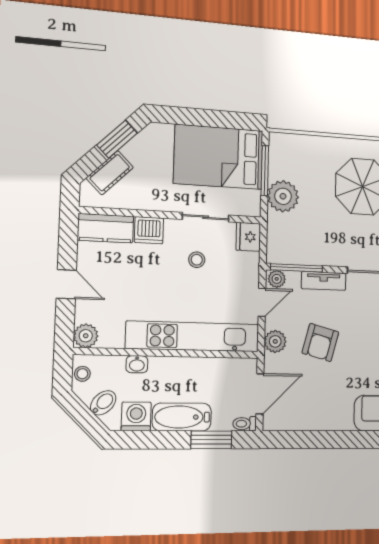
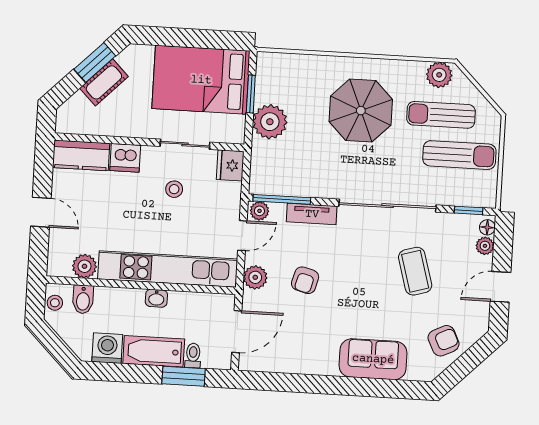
window: (265, 171) -> (251, 94), width x0.69
cot: (110, 173) -> (104, 82), moved
plant: (86, 336) -> (84, 266), moved
armchair: (320, 342) -> (305, 280), width x0.72, depth x0.72
washbasin: (137, 364) -> (156, 298), moved
bidet: (103, 403) -> (83, 299), moved, turned 135
toilet: (245, 424) -> (193, 355), moved, turned 90

